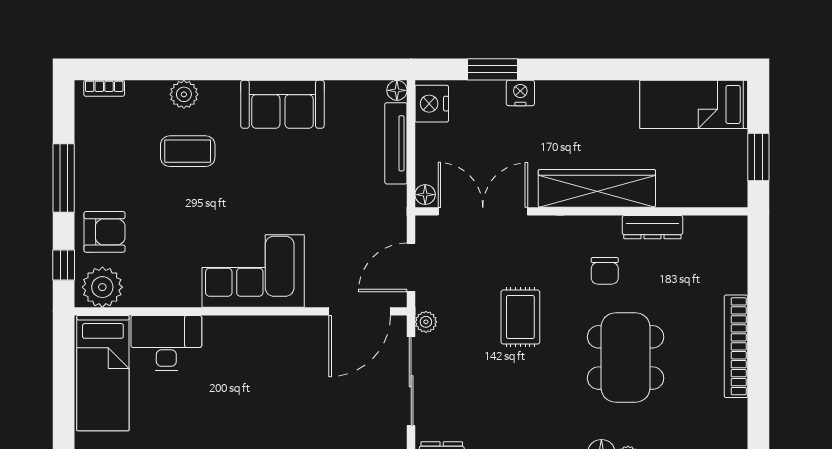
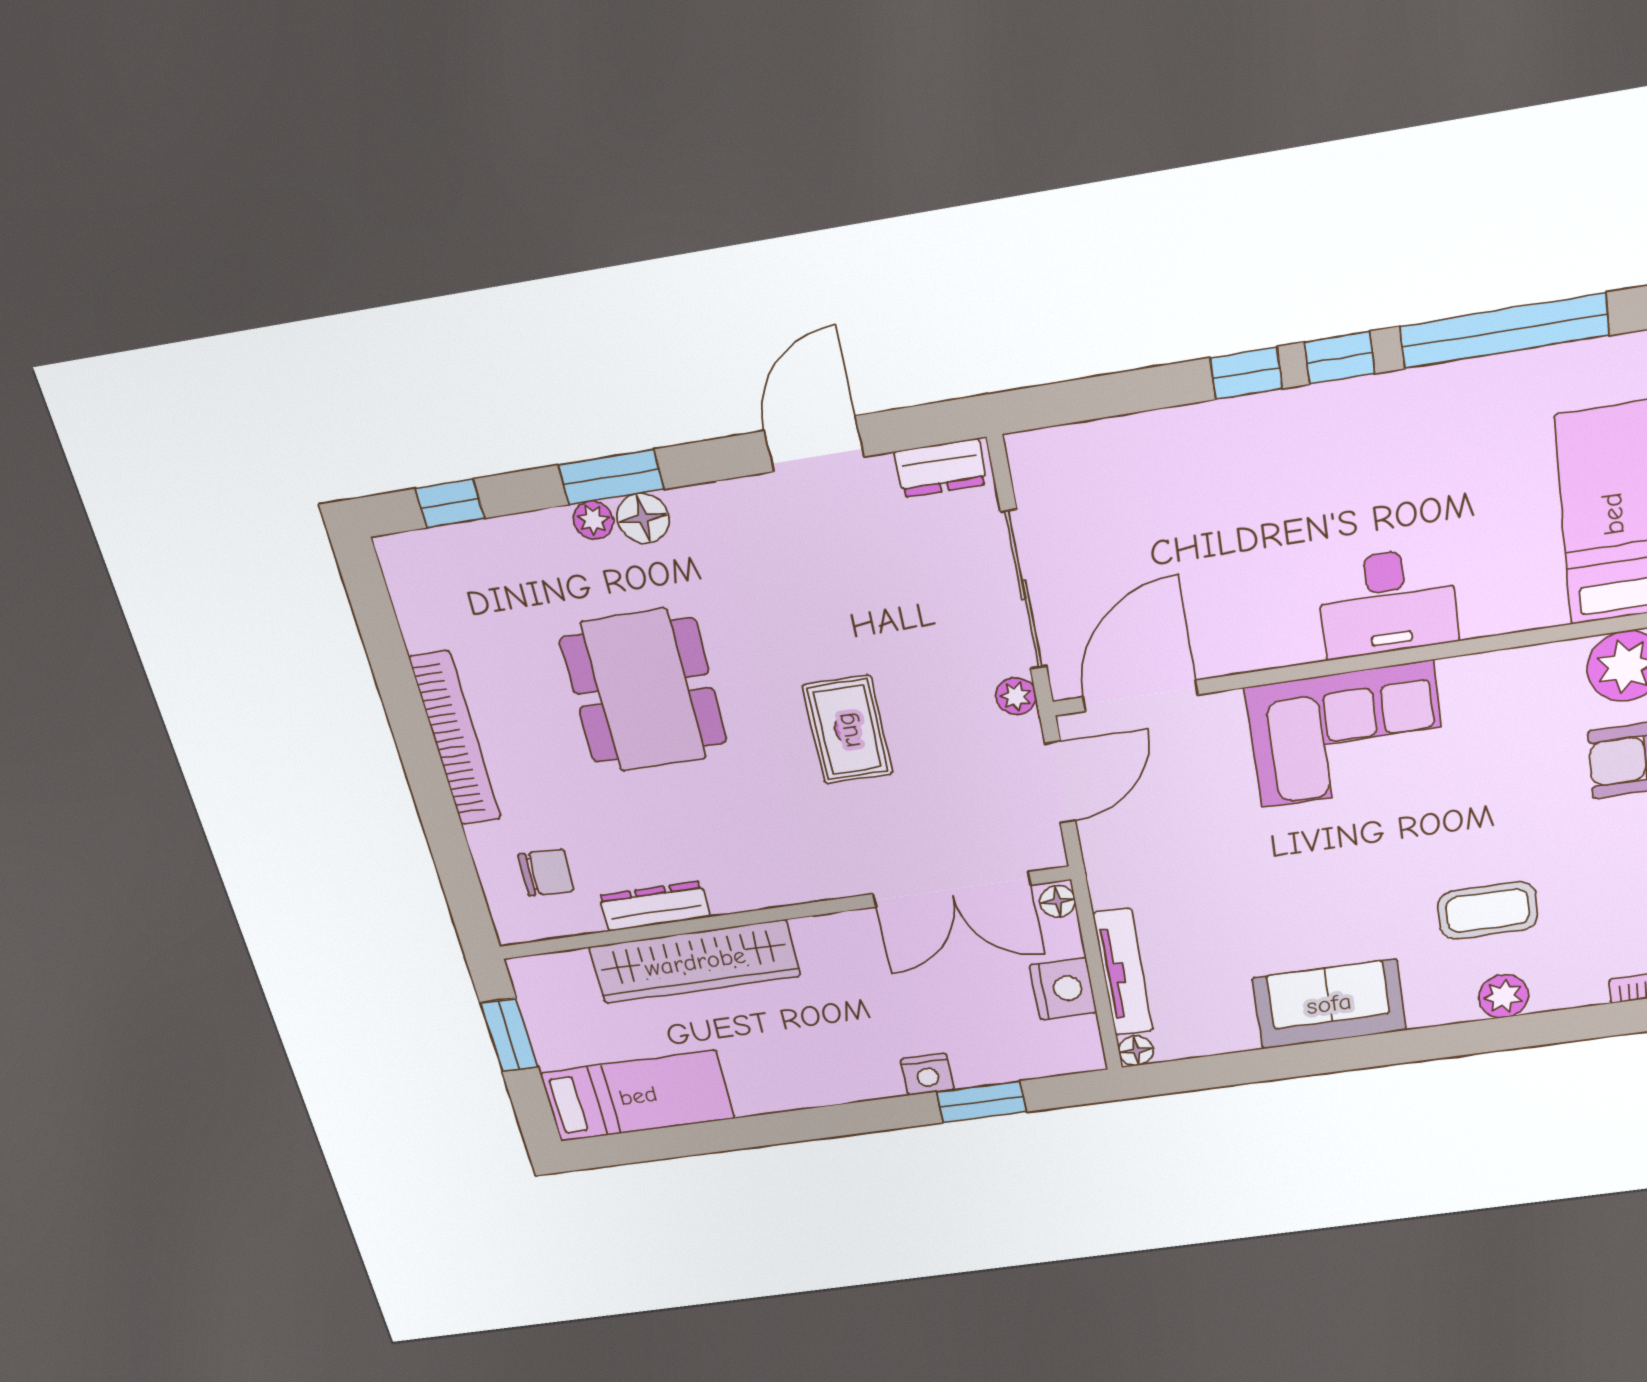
nightstand: (432, 104) -> (1063, 989), moved
wardrobe: (597, 188) -> (695, 962), moved
chair: (605, 271) -> (546, 873), moved, turned 92
desk: (166, 343) -> (1388, 603), moved

